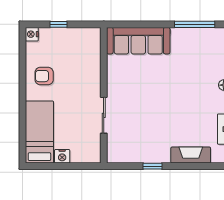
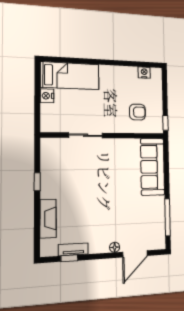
window: (58, 24) -> (165, 123), moved
nightstand: (32, 34) -> (144, 73), moved
armchair: (44, 76) -> (137, 112), moved, turned 90

